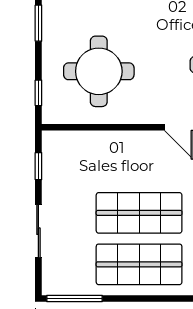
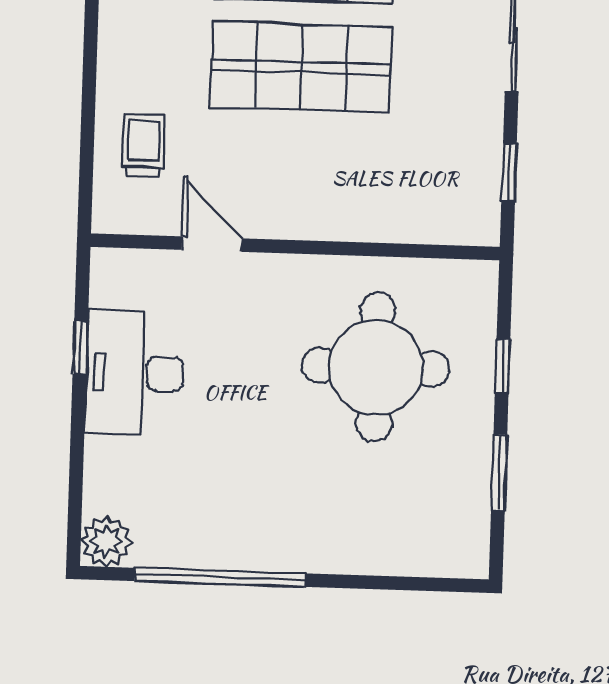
window: (38, 93) -> (503, 366), moved

